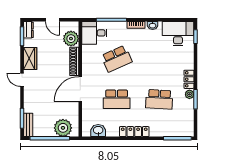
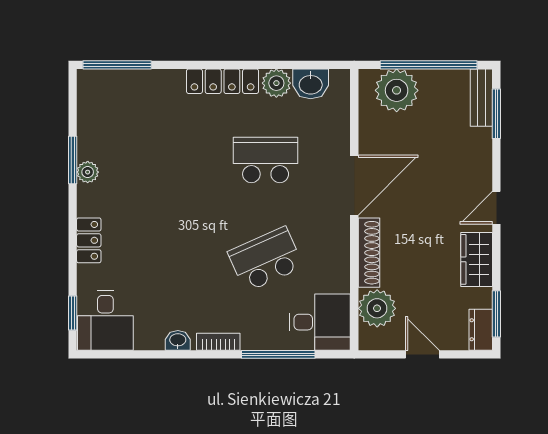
desk: (178, 34) -> (105, 320), width x0.73
locker: (189, 79) -> (89, 240), moved
door: (22, 80) -> (496, 208), swing flipped
school desk: (159, 99) -> (161, 160), removed
plant: (112, 131) -> (276, 83), added

